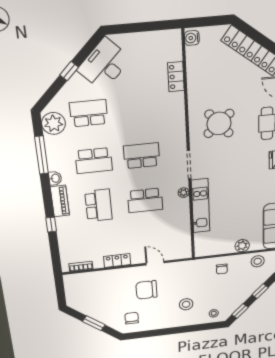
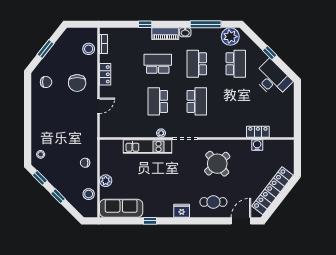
water cooler: (192, 38) -> (257, 145), moved
school desk: (98, 205) -> (158, 64), turned 180
chair: (147, 290) -> (77, 83), moved, turned 180
stool: (186, 304) -> (89, 49), moved

